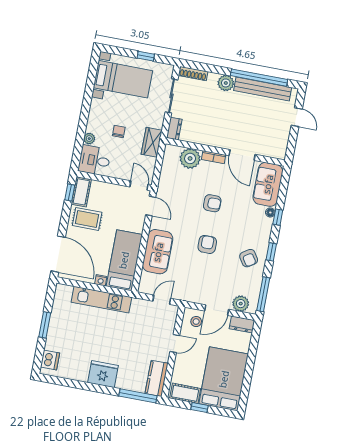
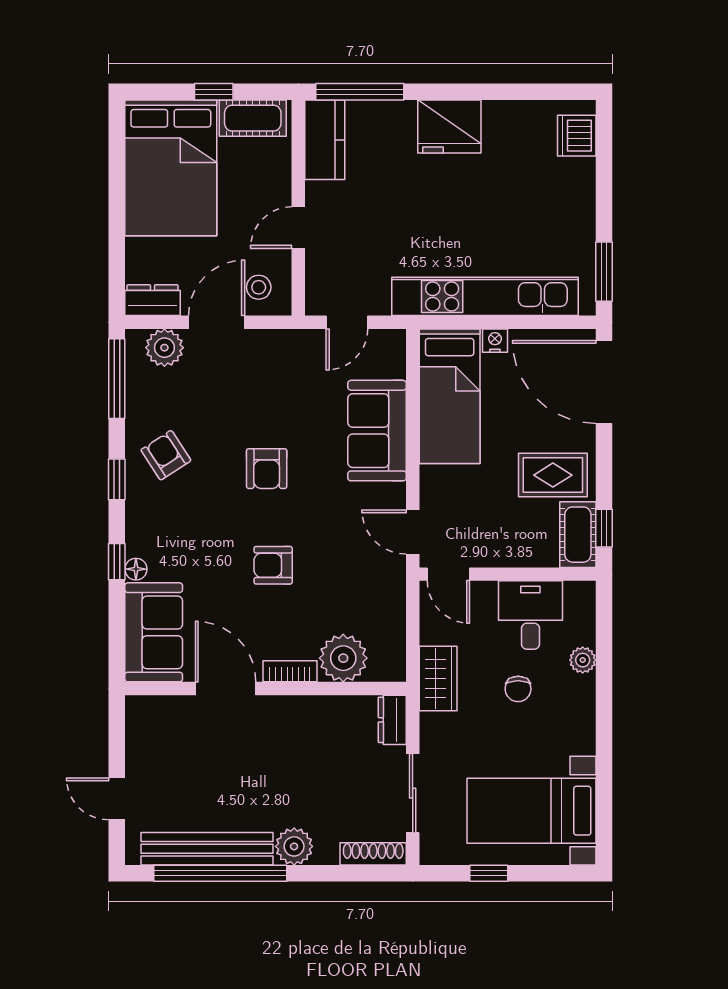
desk: (94, 160) -> (530, 615), moved, turned -90
kitchen unit: (101, 300) -> (485, 296), width x1.36
window: (45, 325) -> (604, 272), moved

